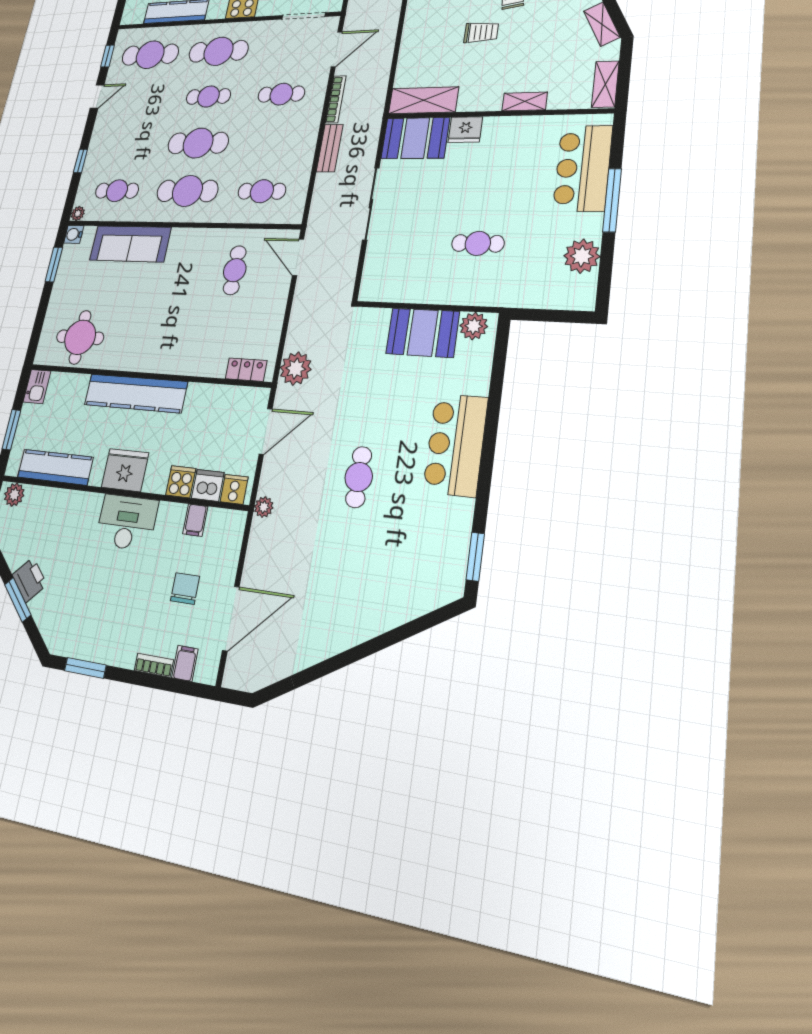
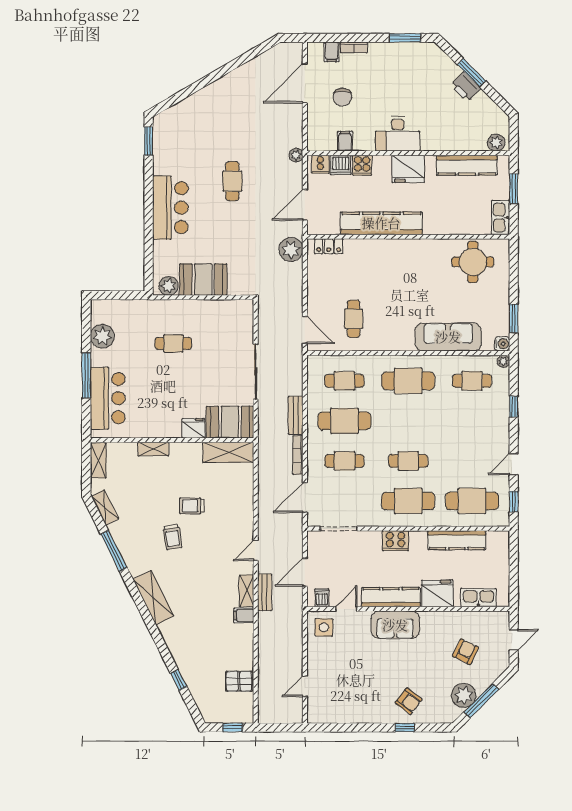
cafe table: (198, 143) -> (344, 421), moved
kitchen sink: (37, 386) -> (500, 218), width x1.38
kitchen counter: (135, 393) -> (381, 223), moved

